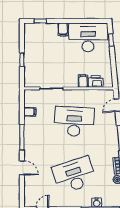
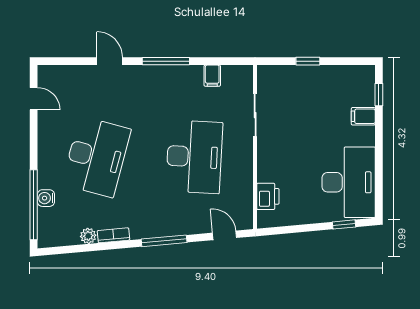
filing cabinet: (63, 29) -> (363, 116), moved
filing cabinet: (83, 81) -> (268, 173), removed
door: (22, 168) -> (110, 61), swing flipped
desk: (74, 175) -> (96, 157), turned 33

